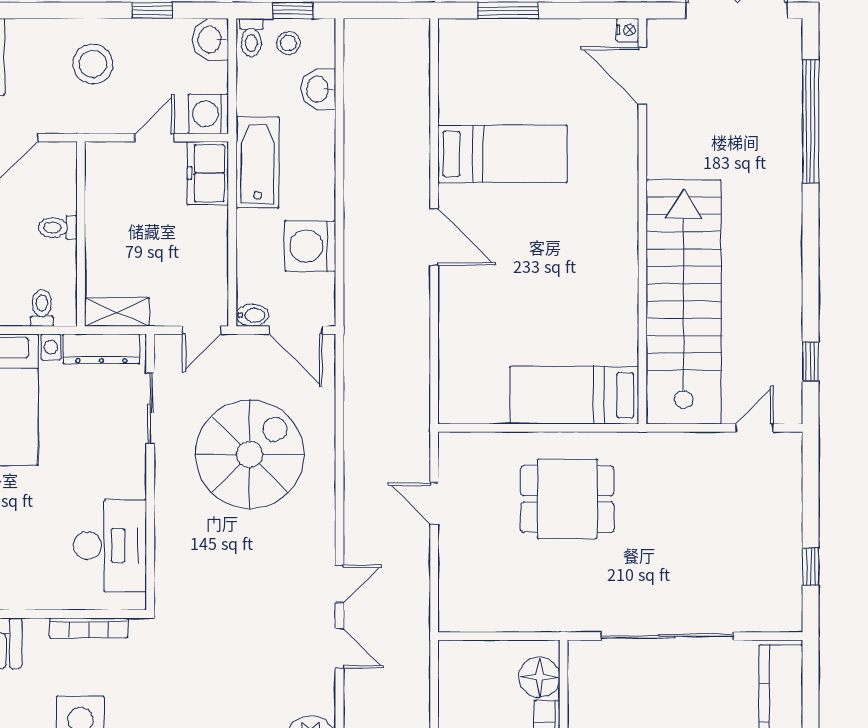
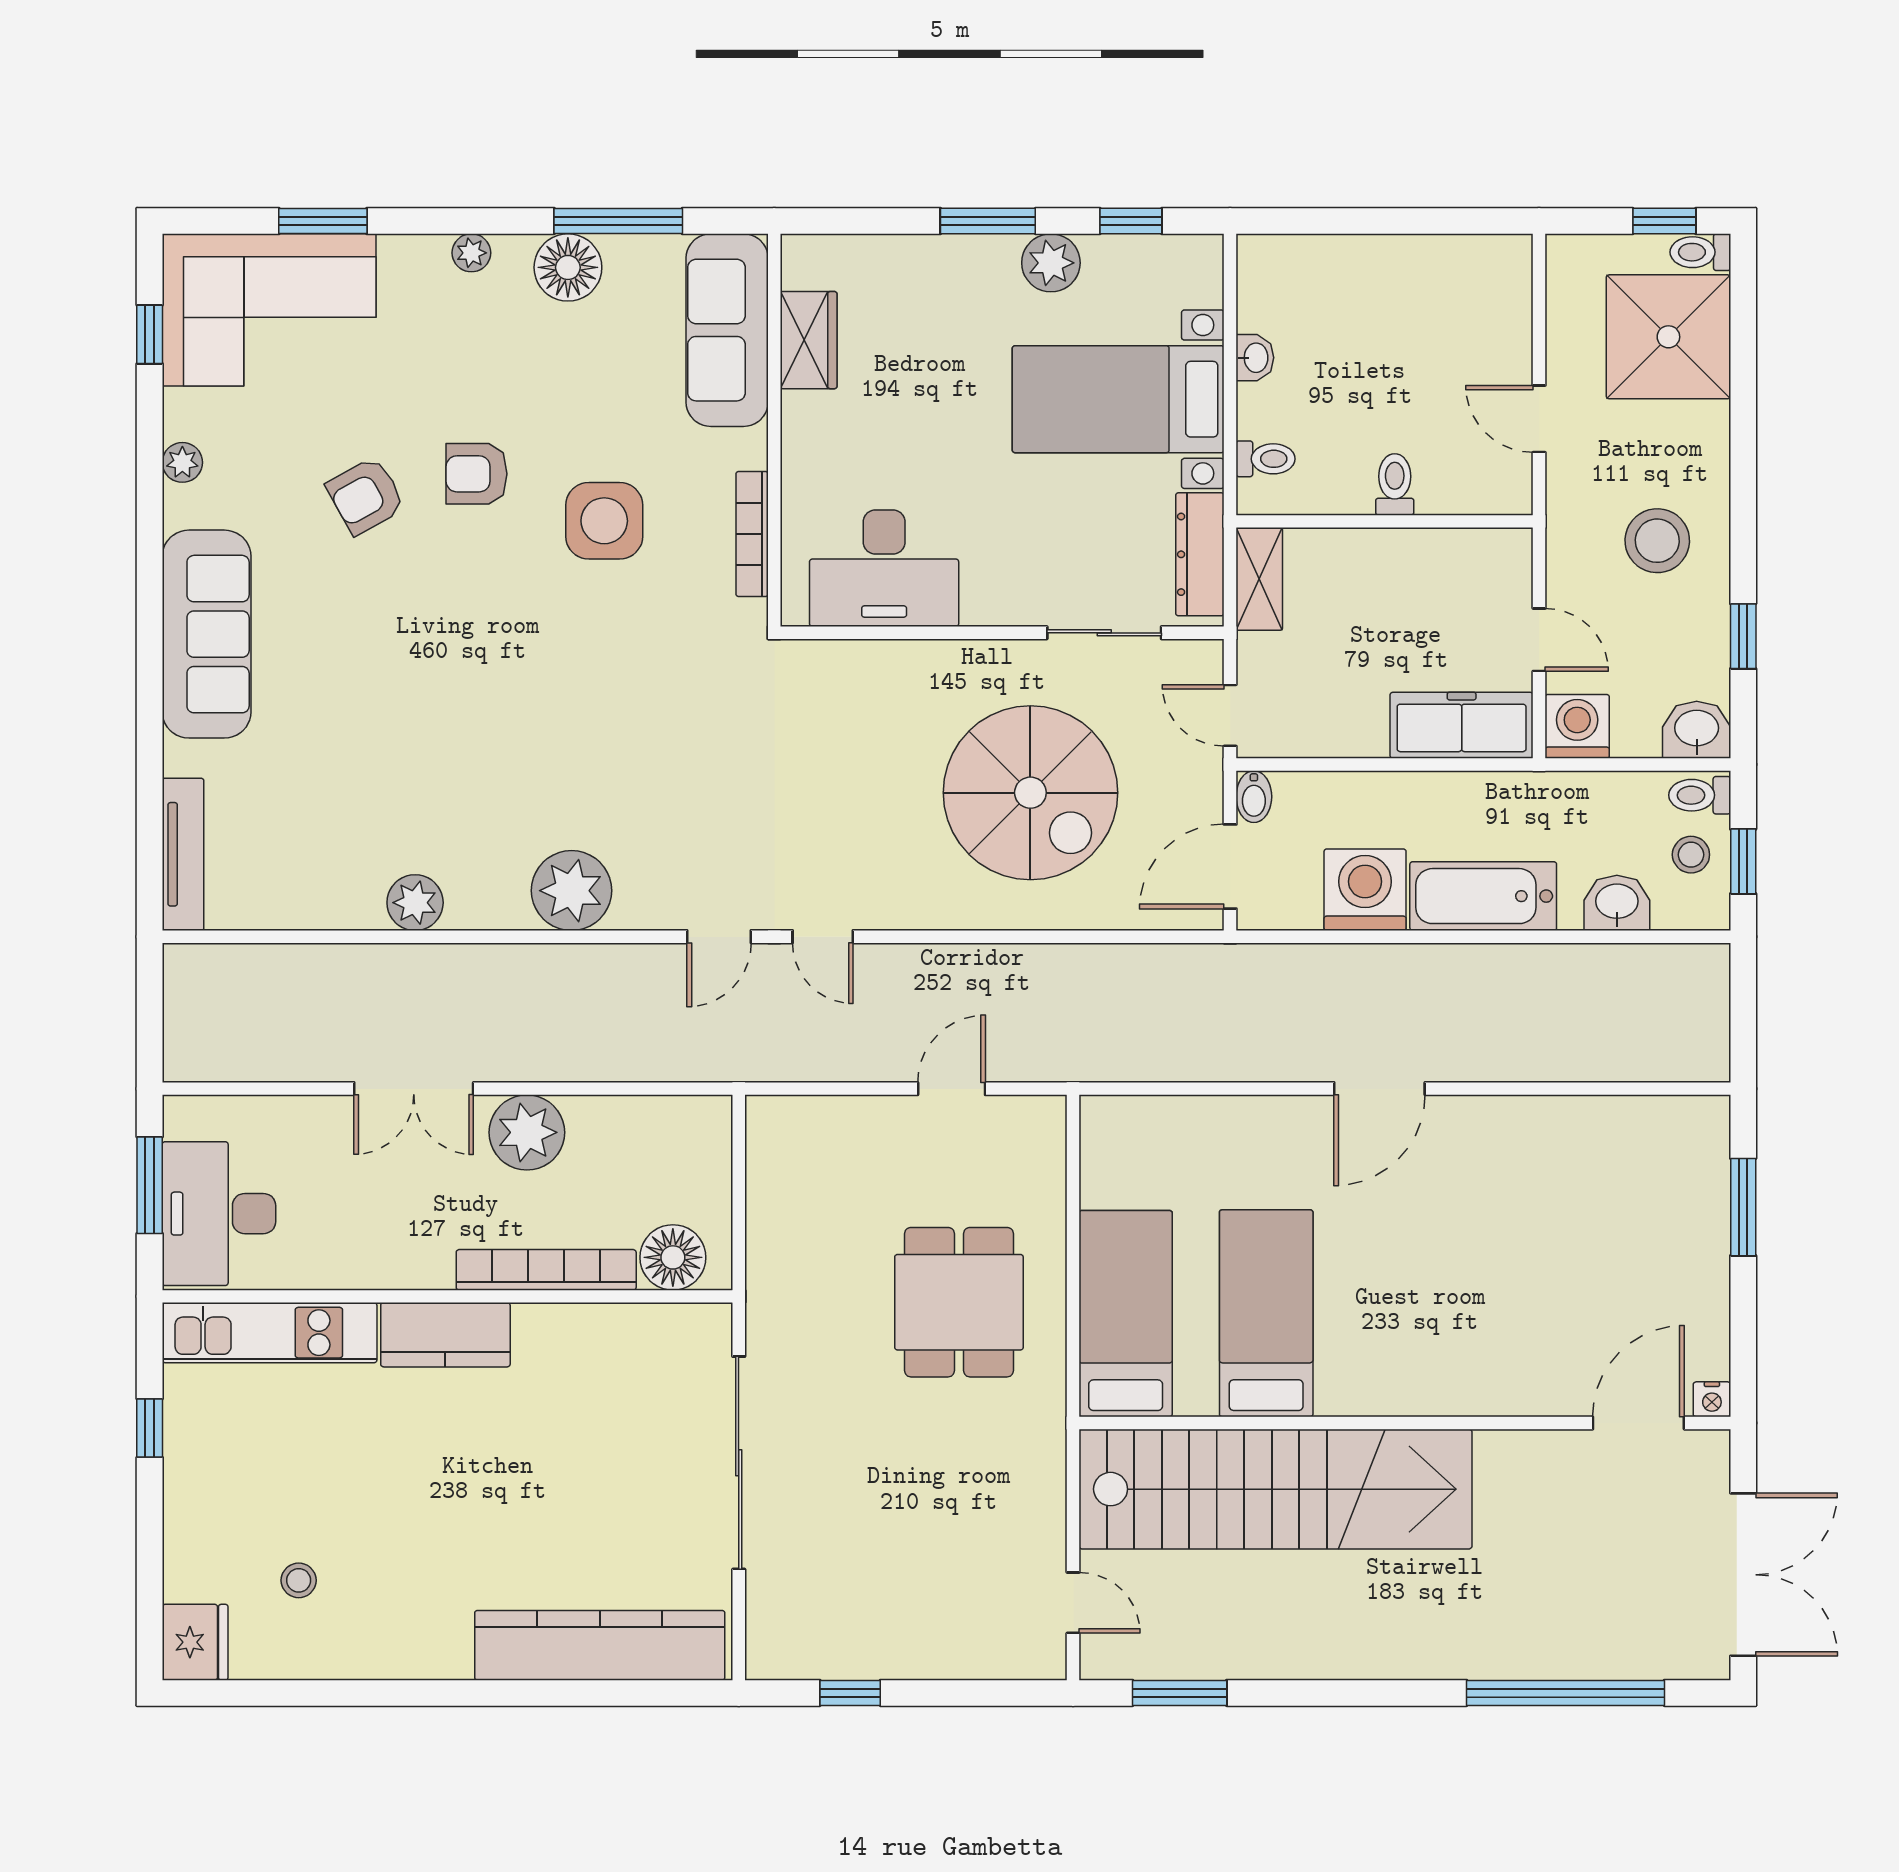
bed: (503, 154) -> (1266, 1313), moved, turned 180
bathtub: (258, 163) -> (1483, 896), moved, turned 180
freezer: (208, 173) -> (1462, 725), width x1.40
window: (811, 361) -> (1180, 1693), width x1.50

